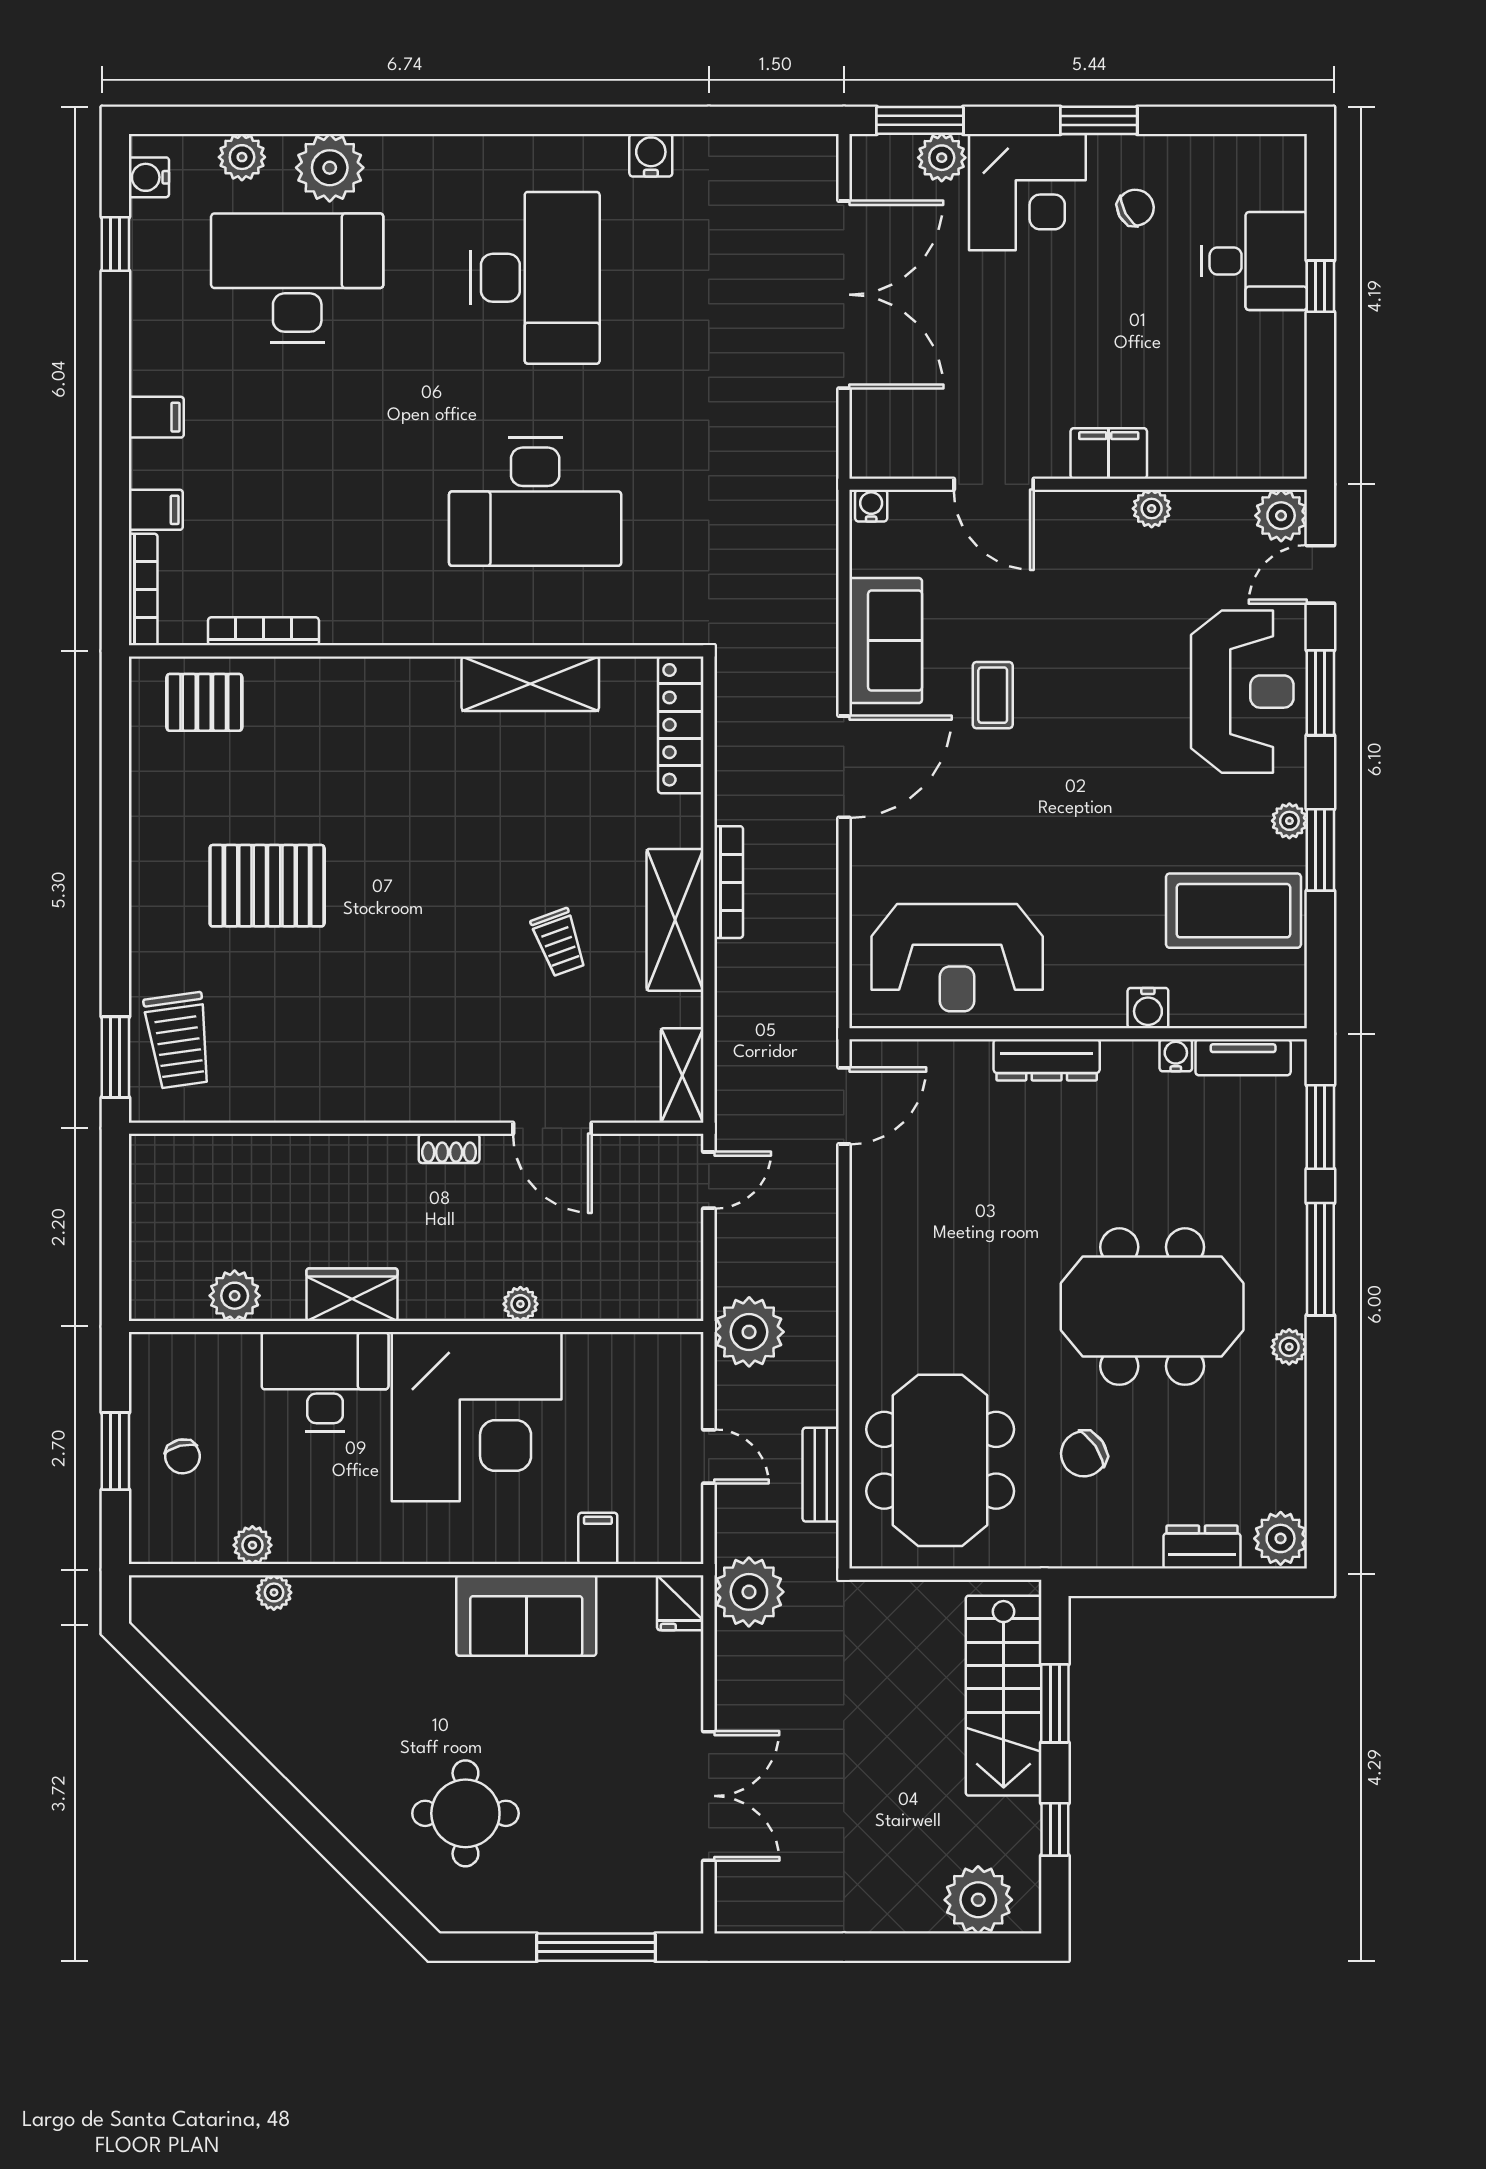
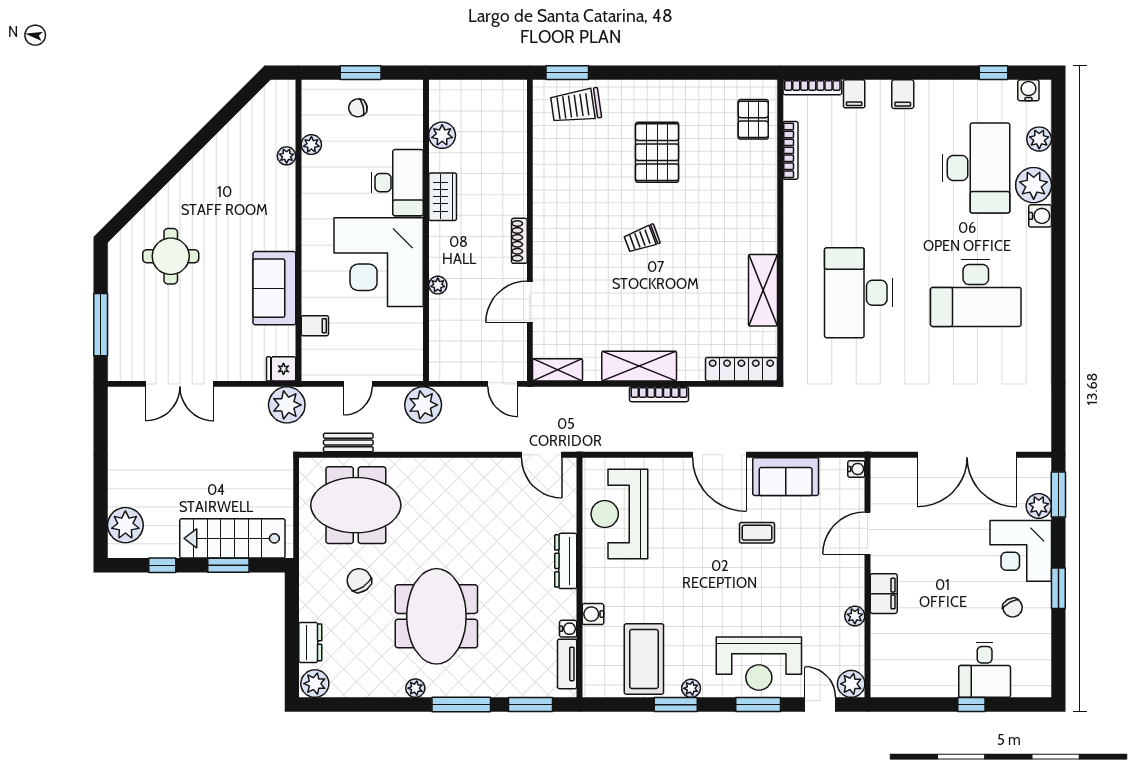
water cooler: (651, 155) -> (1040, 216), moved
trolley: (559, 942) -> (642, 239), moved
shoe rack: (449, 1148) -> (519, 241), width x1.43

